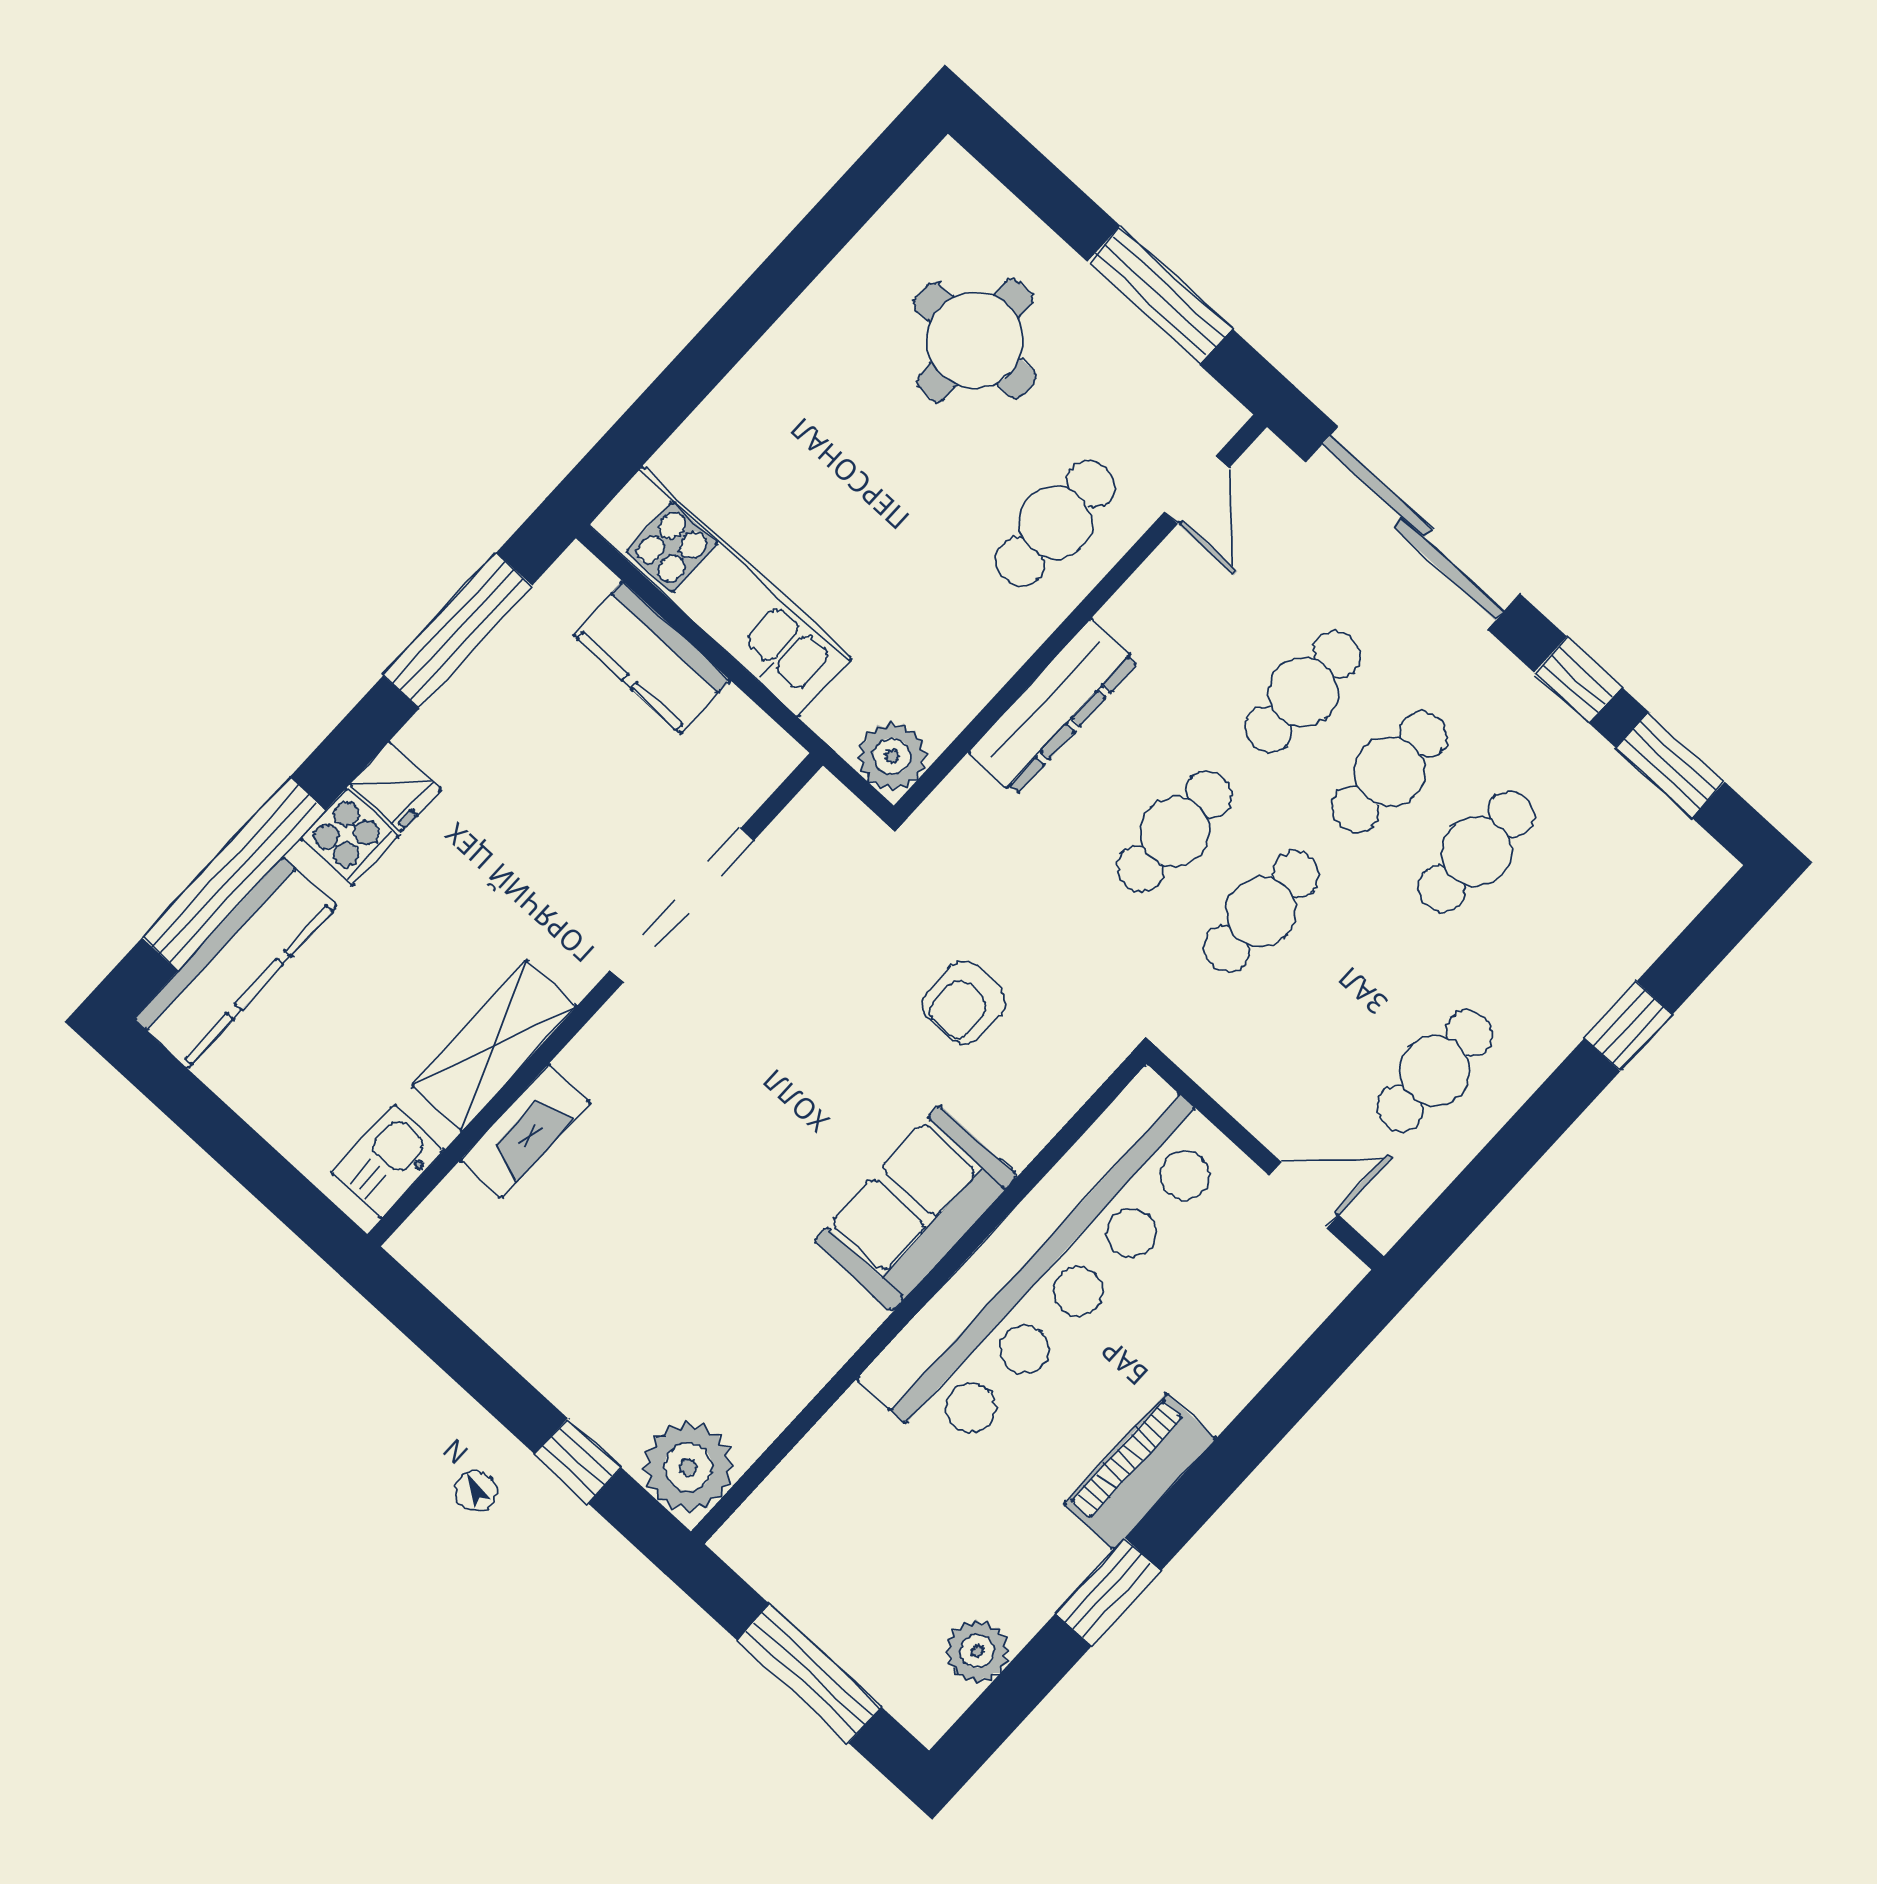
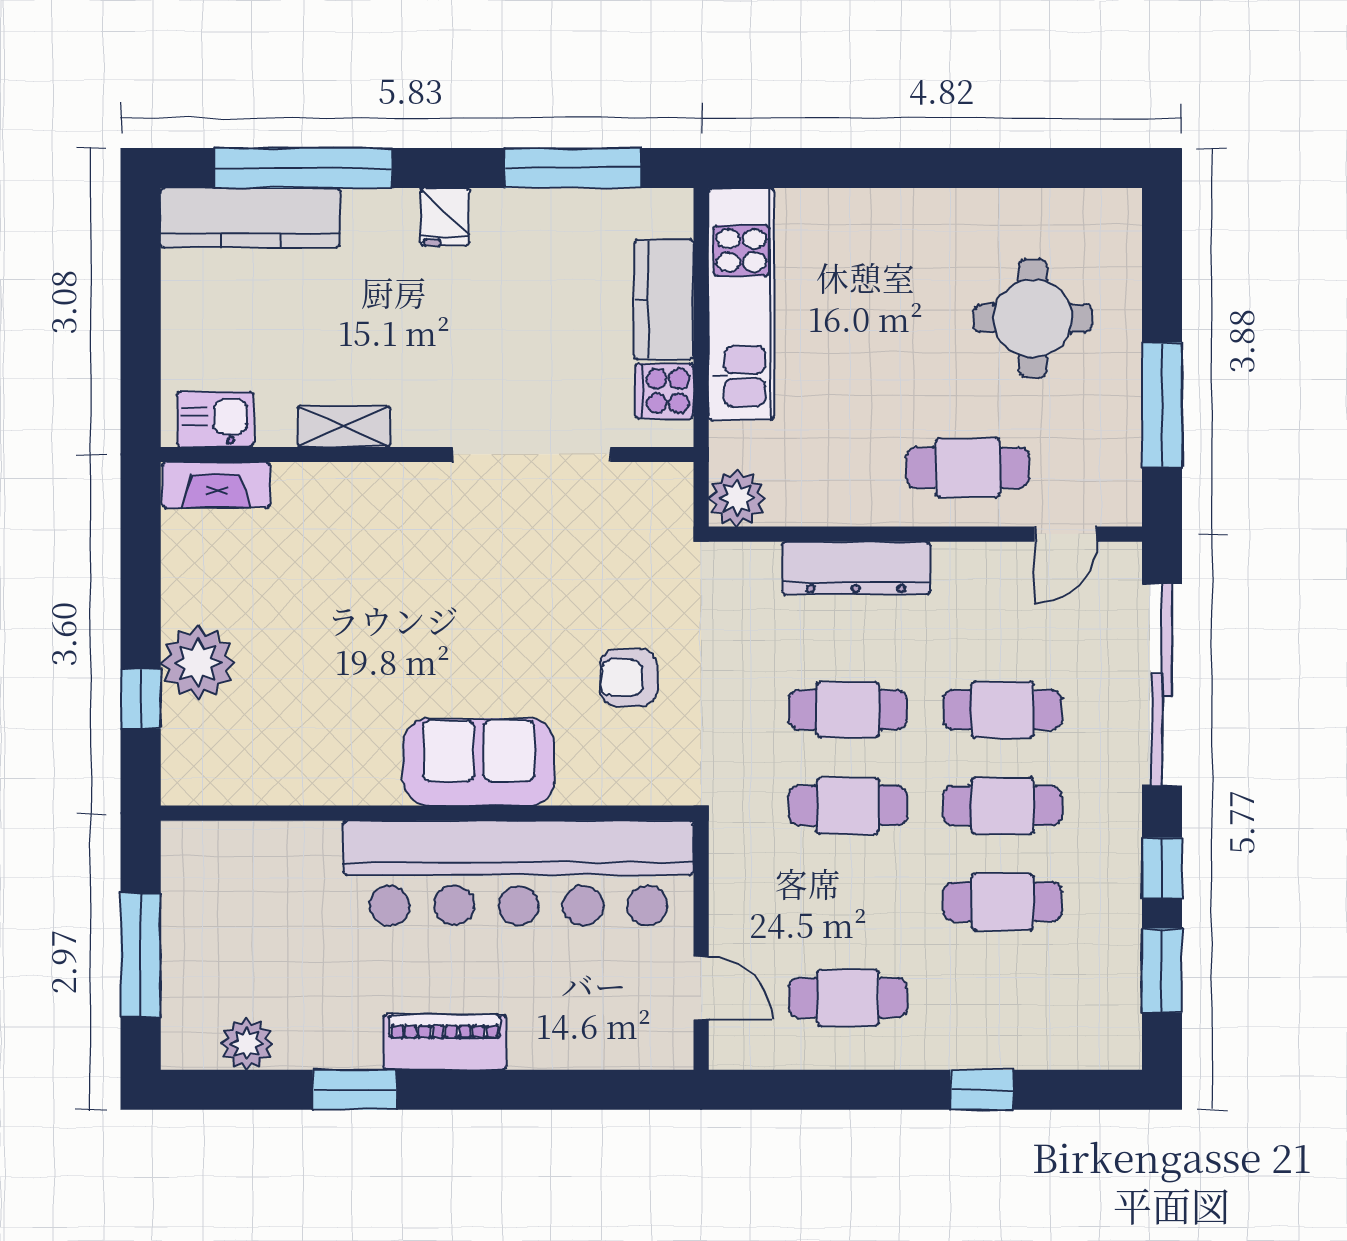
cooker: (349, 837) -> (664, 391), moved, turned 90
shelving: (494, 1046) -> (344, 426), width x0.67, depth x0.75
fireplace: (525, 1131) -> (216, 485), moved
plant: (688, 1467) -> (198, 663), moved

